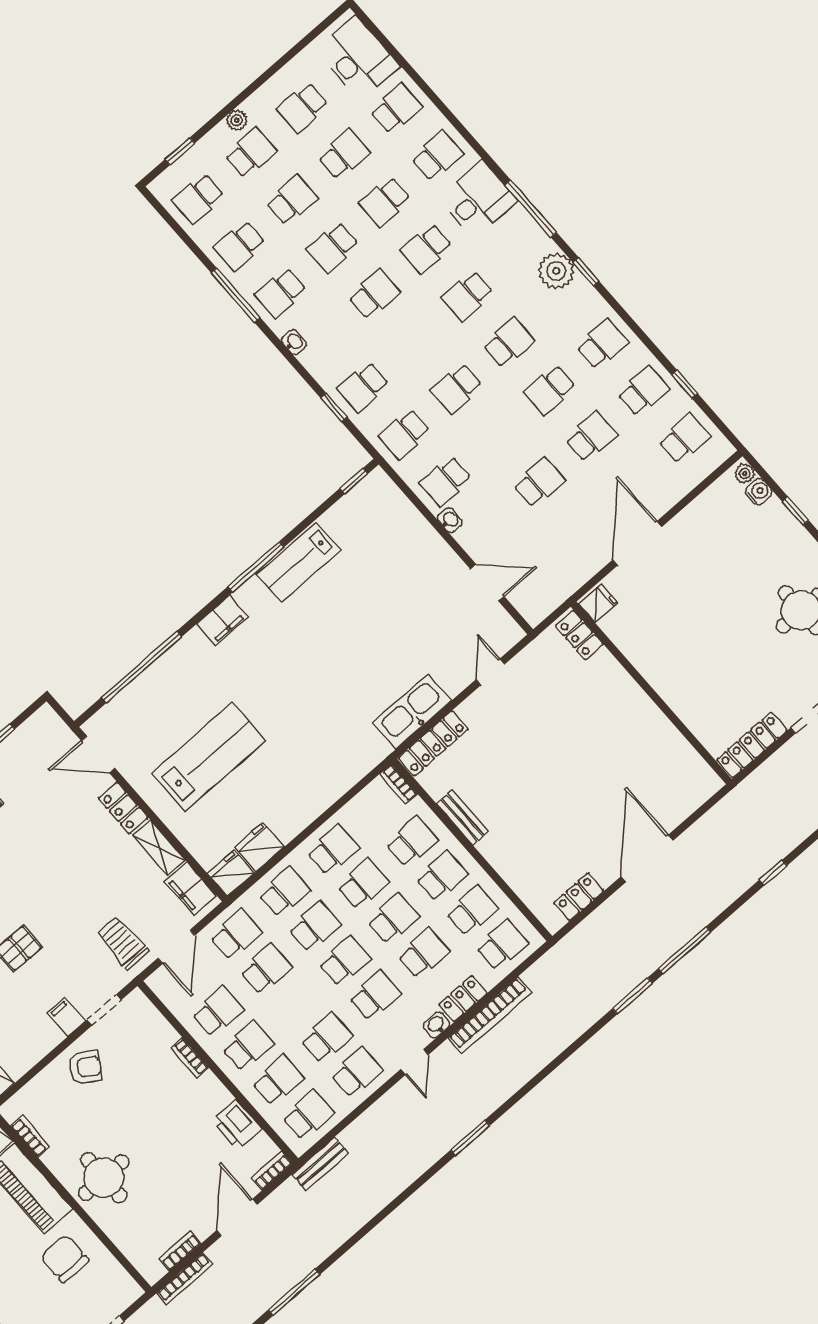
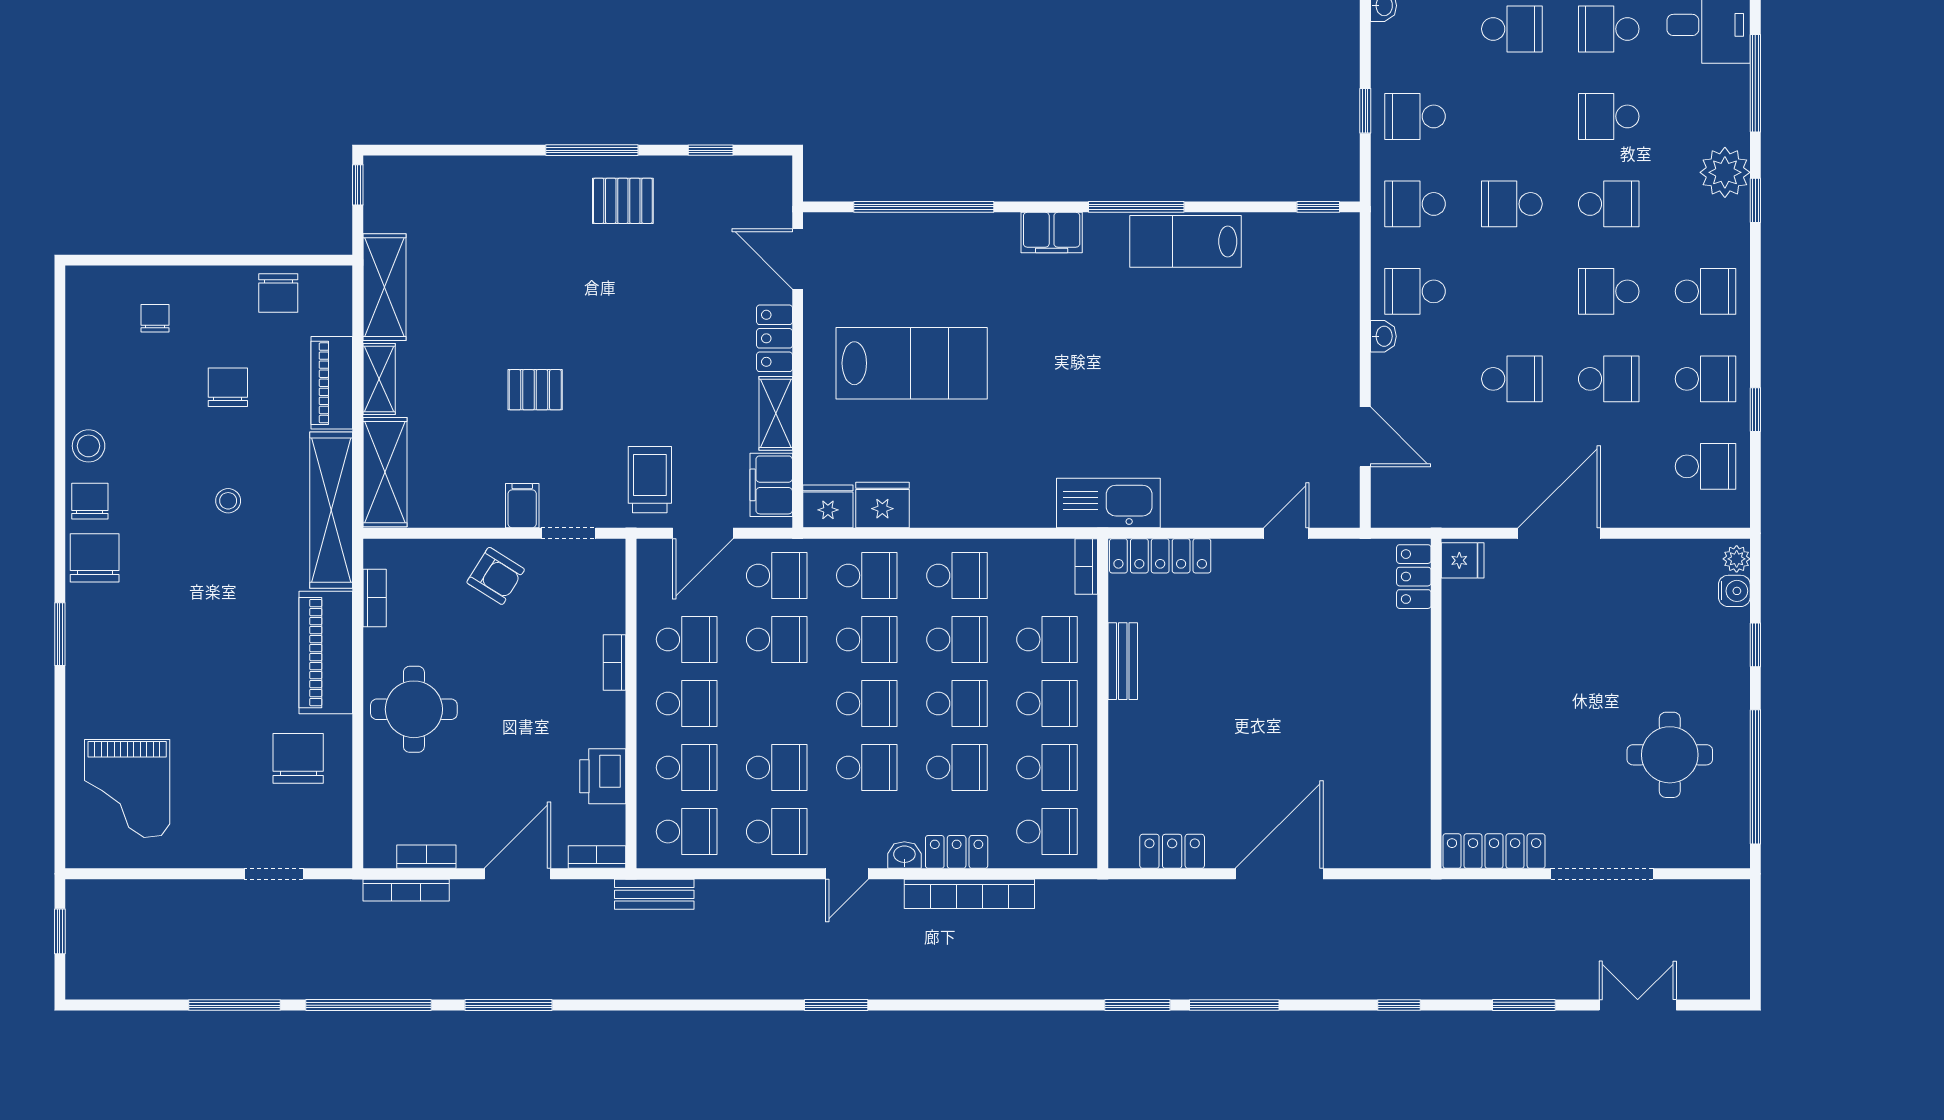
kitchen sink: (412, 712) -> (1108, 503), moved

